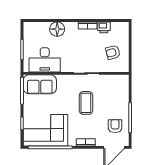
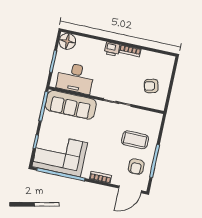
printer: (104, 27) -> (112, 49), moved
floor lamp: (57, 29) -> (67, 41), moved
sofa: (40, 84) -> (71, 105), width x1.36
coffee table: (86, 103) -> (135, 140), moved, turned 90
armchair: (115, 126) -> (136, 167), turned 180

